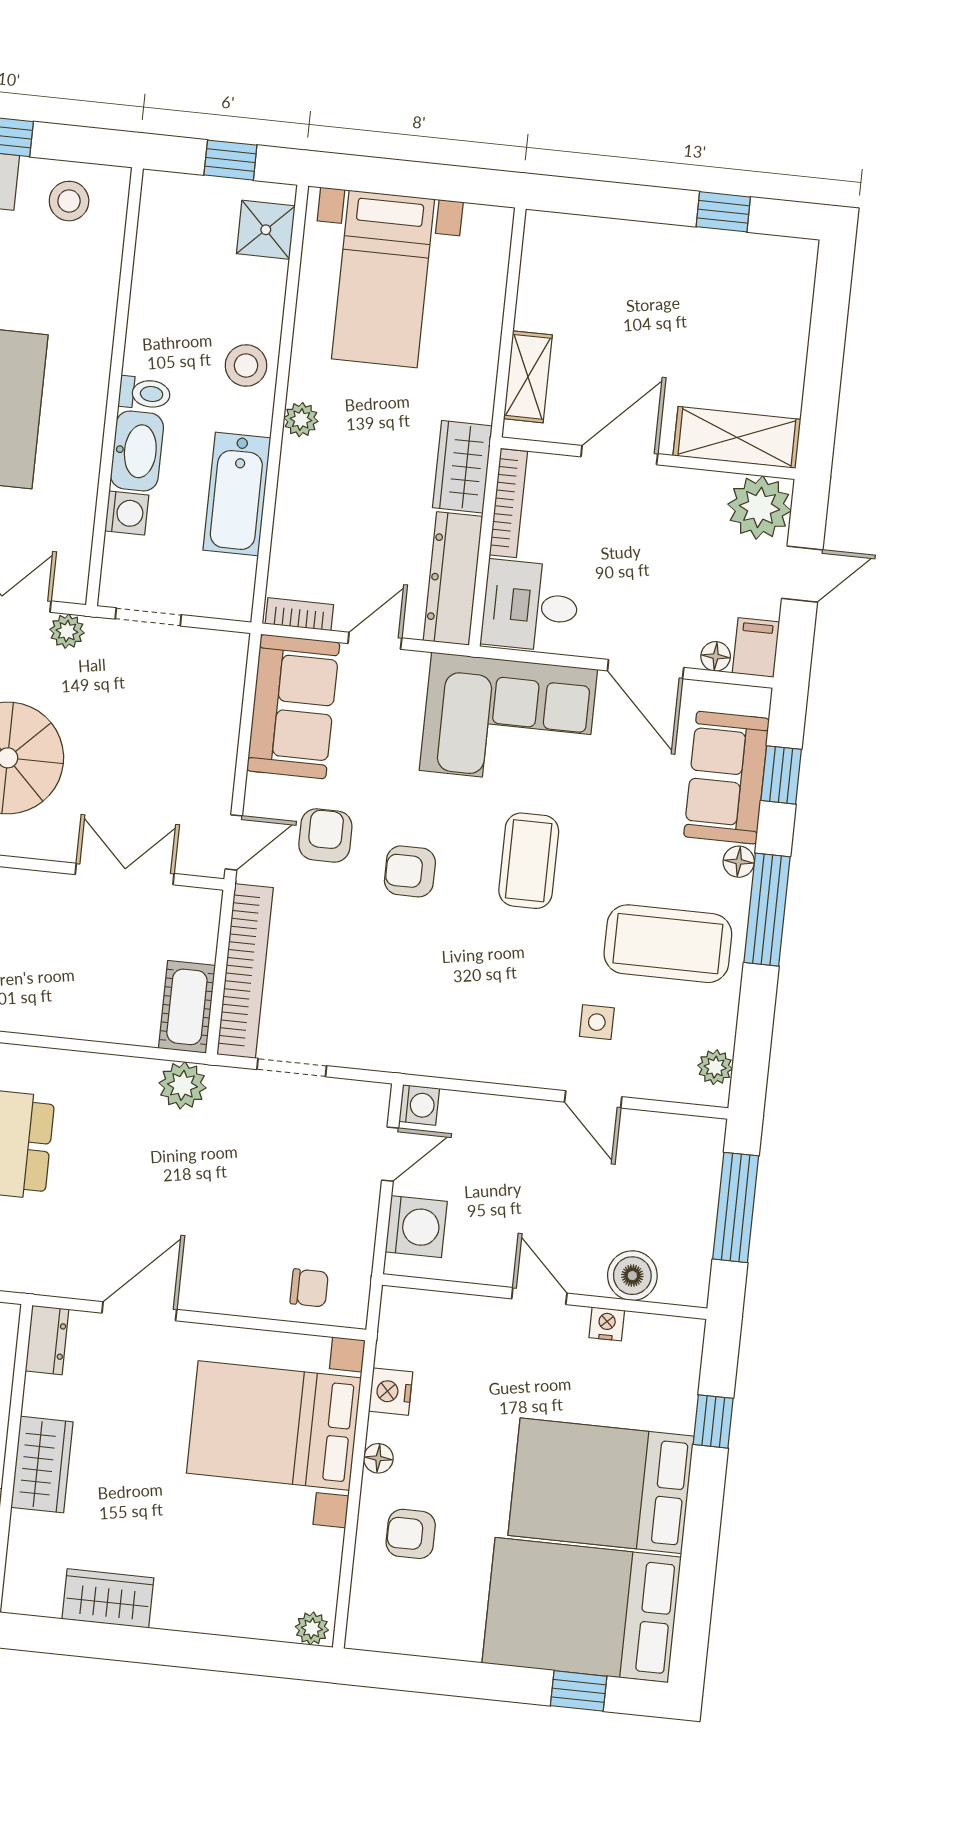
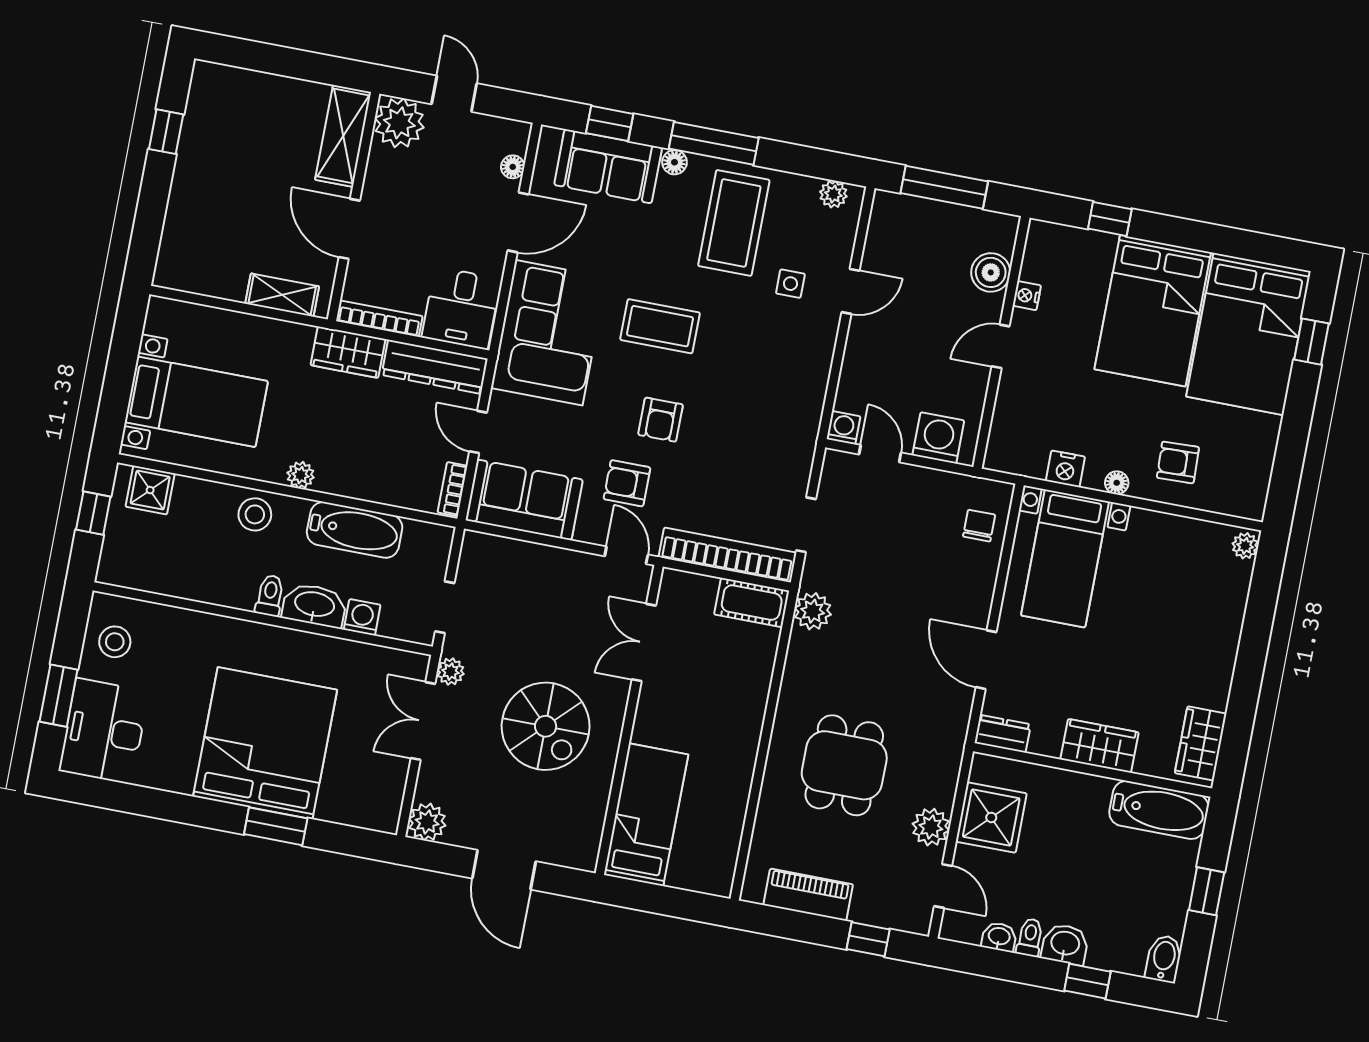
filing cabinet: (756, 647) -> (508, 135), removed
bed with nightstands: (274, 1425) -> (1065, 558), width x0.73
armchair: (411, 1534) -> (1178, 462), turned 88
wardrobe: (108, 1598) -> (1201, 743), moved

